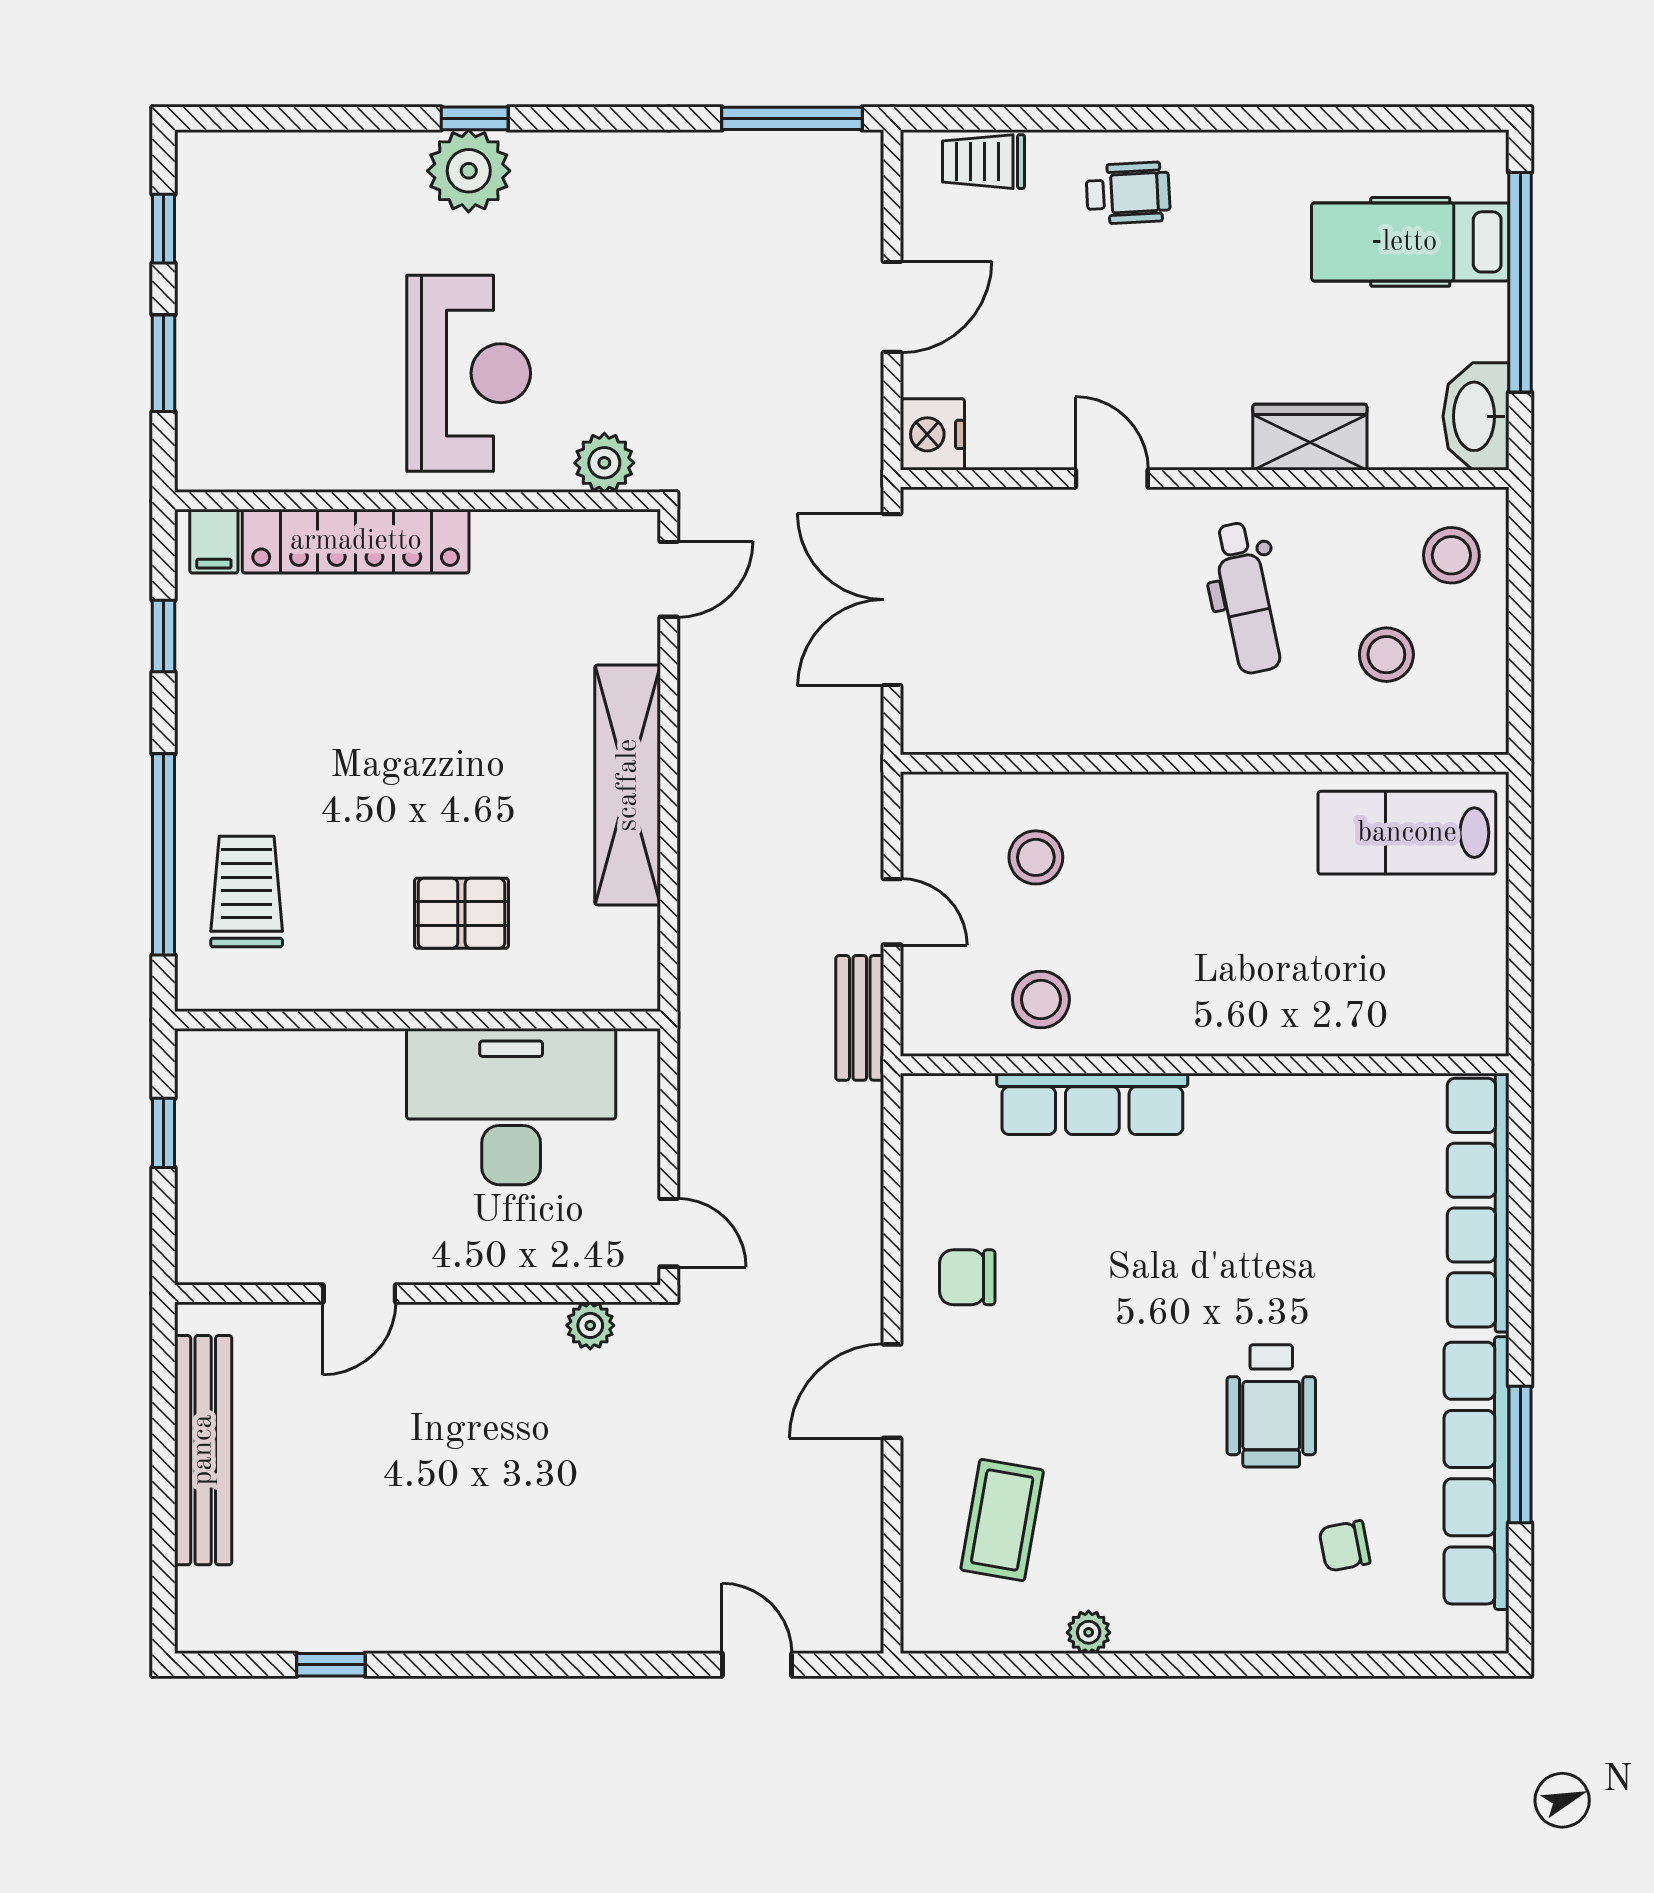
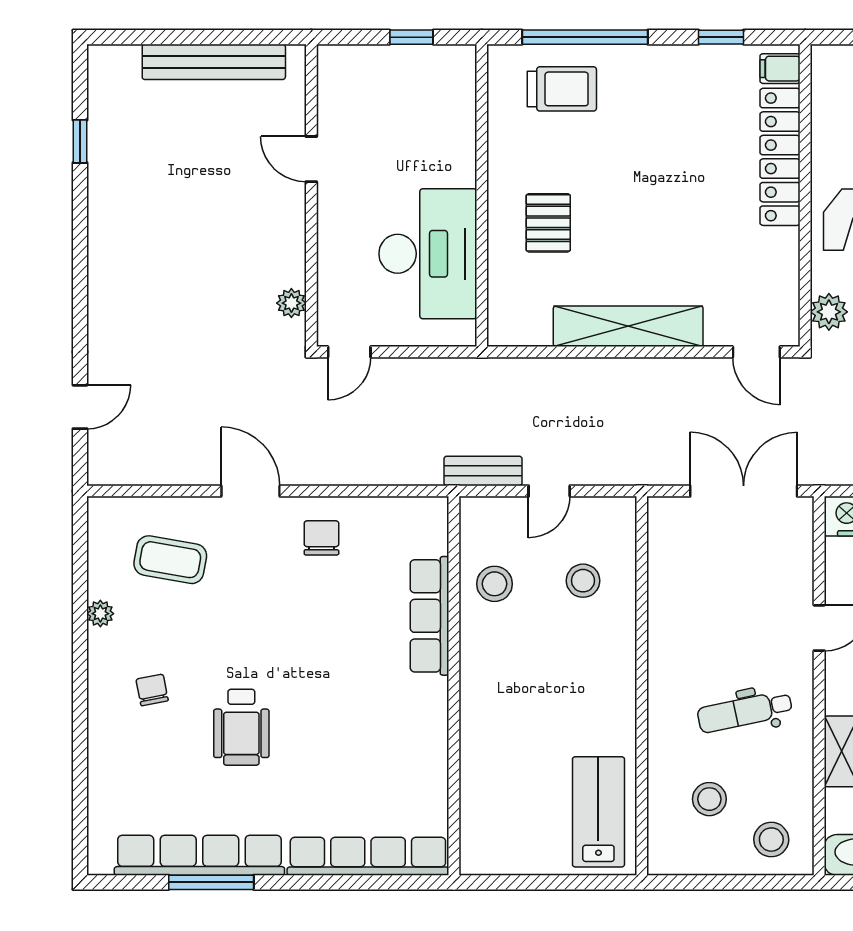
wheelchair: (1271, 1406) -> (241, 727), turned -90
chair: (1344, 1546) -> (152, 690), moved

